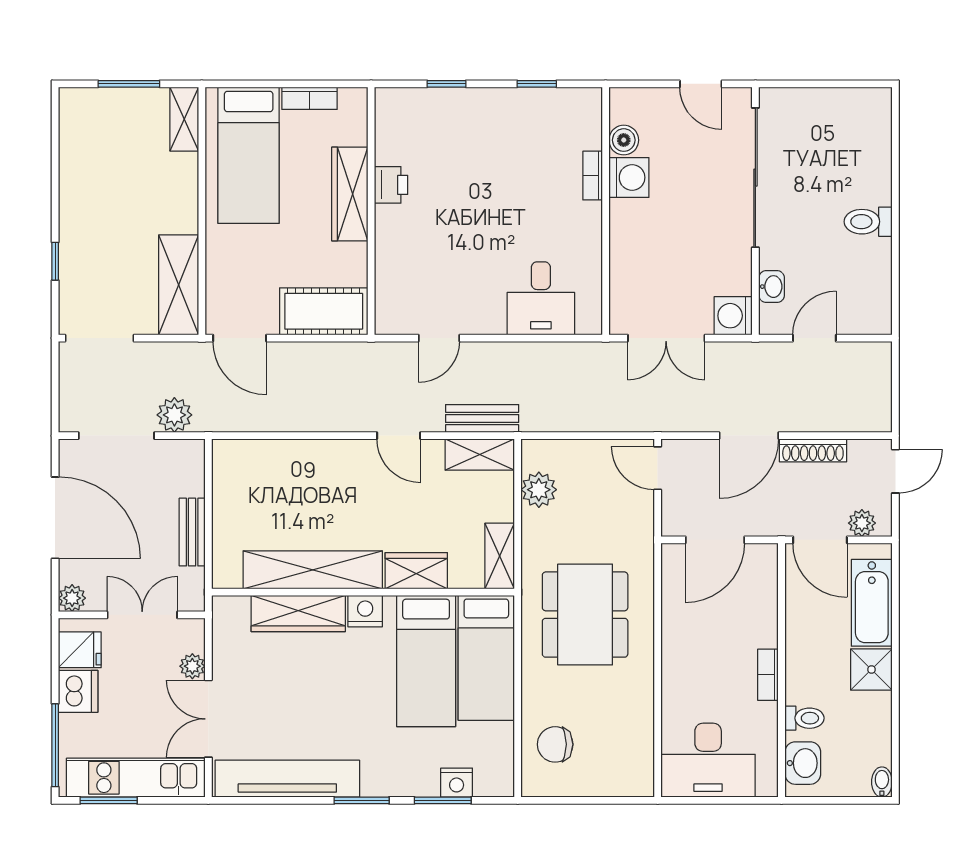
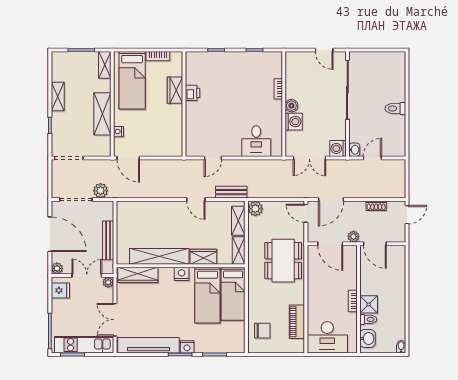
boiler: (624, 140) -> (291, 106), moved
washing machine: (629, 177) -> (294, 122), moved
shelving: (74, 194) -> (58, 97), added
wardrobe: (350, 194) -> (175, 90), width x0.67
nightstand: (217, 276) -> (118, 132), added
shelving: (179, 285) -> (102, 114), moved
washbasin: (772, 287) -> (354, 150), moved
cot: (324, 311) -> (164, 147), removed
door: (749, 436) -> (331, 199), moved
shoe rack: (813, 450) -> (376, 206), width x0.70
shelving: (480, 455) -> (238, 221), moved, turned 90
plant: (539, 490) -> (255, 209), moved
plant: (862, 523) -> (353, 237), moved
bench: (192, 532) -> (108, 240), width x1.36
door: (715, 540) -> (330, 244), hinge flipped
bathtub: (872, 603) -> (397, 270), removed
wardrobe: (298, 614) -> (138, 275), moved
dining table: (585, 615) -> (283, 261), moved
plant: (192, 666) -> (108, 282), moved
shower: (871, 669) -> (369, 304), moved
dishwasher: (78, 691) -> (60, 308), removed
piano: (637, 724) -> (297, 322), added
chair: (555, 744) -> (262, 331), turned 180
nightstand: (457, 783) -> (187, 347), moved

